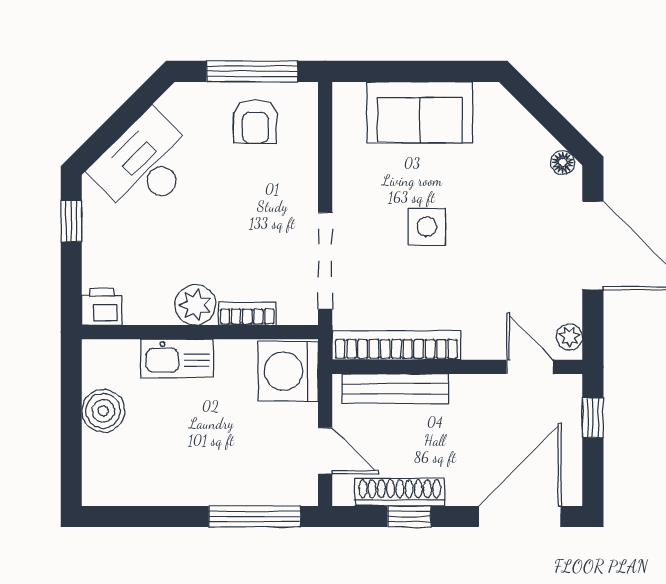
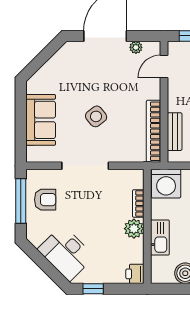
floor lamp: (563, 163) -> (65, 51), removed
side table: (427, 227) -> (96, 116), turned -38
doorway: (325, 261) -> (85, 166), moved
plant: (569, 337) -> (136, 47), moved
bench: (396, 389) -> (175, 132), width x0.73

